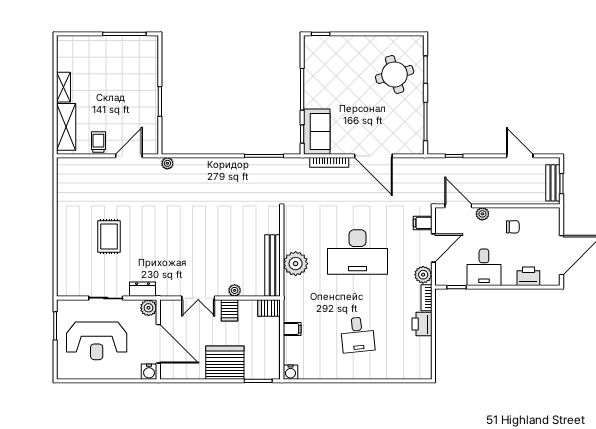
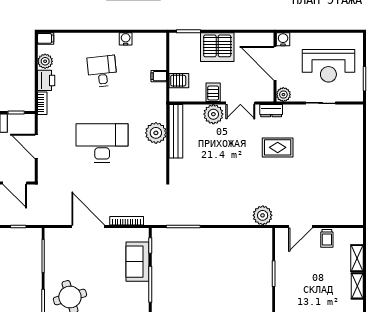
shelving: (66, 127) -> (357, 258), width x0.67, depth x0.75
sofa: (317, 132) -> (137, 262), moved
plant: (167, 163) -> (263, 215), width x1.88, depth x1.88
filing cabinet: (423, 223) -> (46, 38), moved
rug: (109, 237) -> (278, 147), moved, turned 90
door: (433, 248) -> (36, 146), hinge flipped
plant: (423, 275) -> (45, 61), moved
dresser: (143, 289) -> (271, 111), moved
plant: (235, 290) -> (213, 114), width x1.87, depth x1.87
double door: (198, 298) -> (240, 103), swing flipped
server rack: (269, 308) -> (179, 81), moved
reception desk: (97, 341) -> (328, 66), turned 180
water cooler: (291, 372) -> (126, 39), moved

